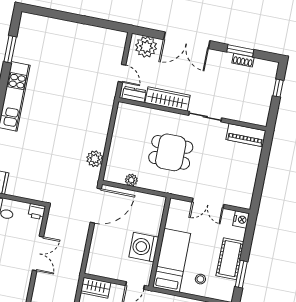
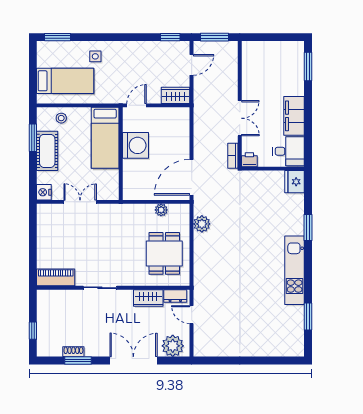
wardrobe: (168, 99) -> (148, 298), width x0.67
dining table: (171, 152) -> (164, 253), moved, turned 90
bookcase: (52, 219) -> (233, 156), added
double door: (38, 253) -> (240, 118), swing flipped
stool: (200, 279) -> (61, 118), moved

